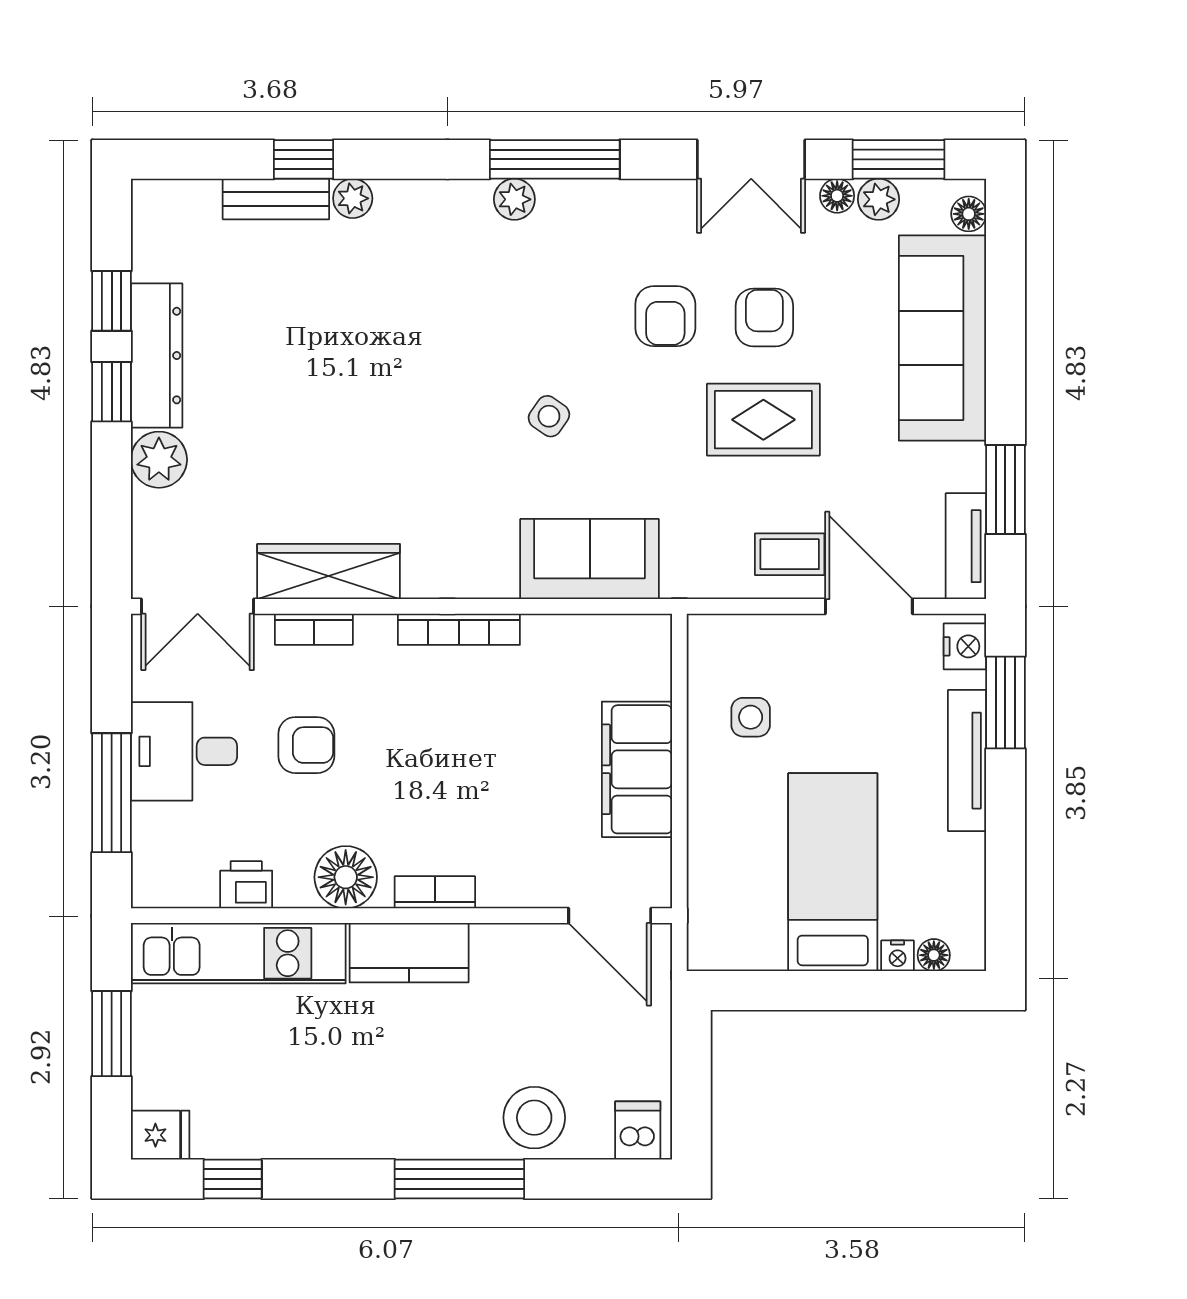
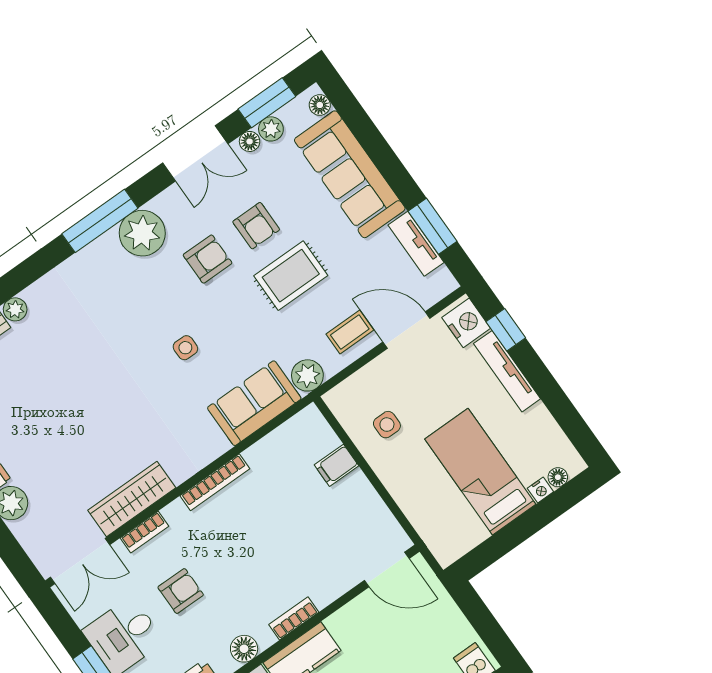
plant: (514, 199) -> (142, 233), moved, width x1.87, depth x1.87
armchair: (665, 316) -> (208, 259), turned -90
armchair: (764, 318) -> (256, 226), turned 180
side table: (549, 416) -> (185, 348), turned -35
tv unit: (966, 546) -> (416, 244), moved
plant: (689, 573) -> (307, 375), added
nightstand: (965, 646) -> (466, 323), width x1.36, depth x1.33
window: (1005, 702) -> (506, 330), width x0.67
filing cabinet: (637, 769) -> (337, 465), width x0.33, depth x0.86
floor lamp: (346, 877) -> (244, 649), width x0.73, depth x0.73

